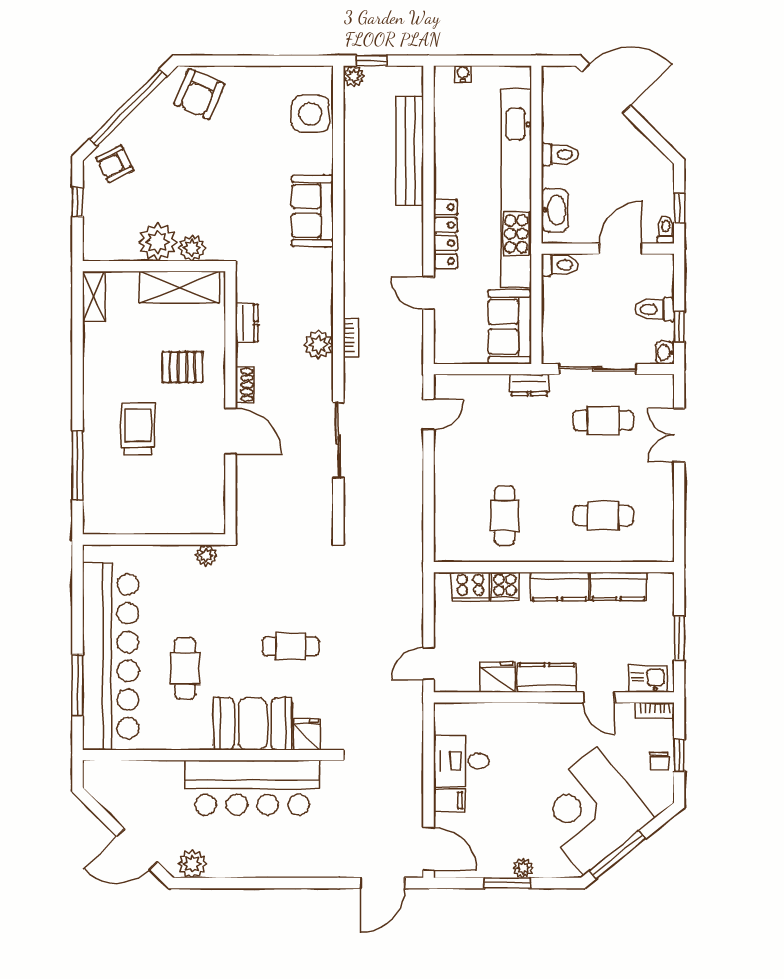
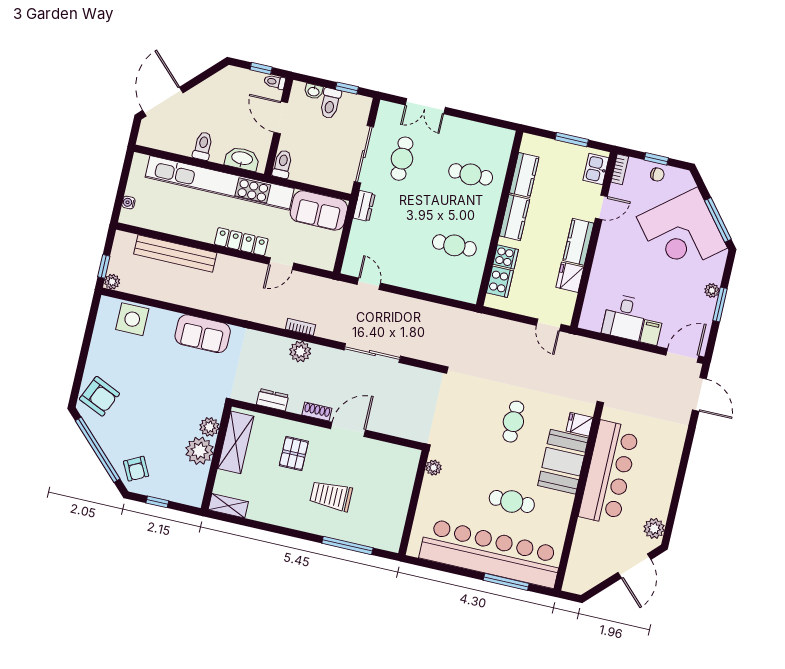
washbasin: (665, 353) -> (314, 91), moved
cafe table: (603, 516) -> (471, 174), turned 90

